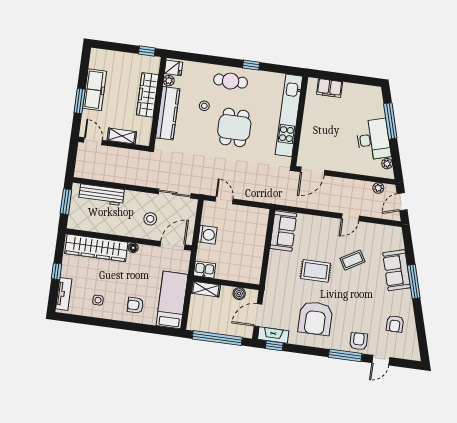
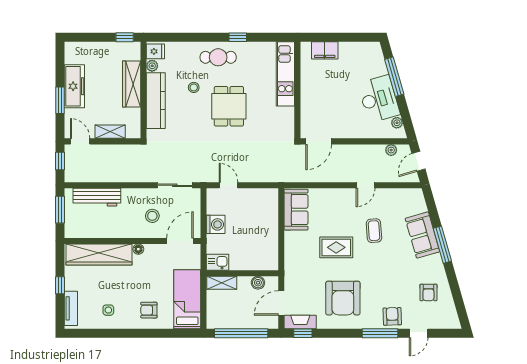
kitchen unit: (289, 115) -> (285, 74), width x0.73
window: (72, 157) -> (60, 161), added
coffee table: (352, 260) -> (374, 231), turned -64

